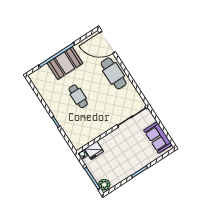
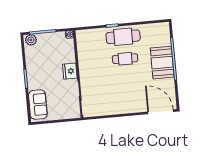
door: (107, 42) -> (161, 112), hinge flipped
cafe table: (114, 73) -> (123, 37), moved
sofa: (158, 138) -> (38, 105), moved, turned 90
fridge: (94, 150) -> (70, 71), moved

